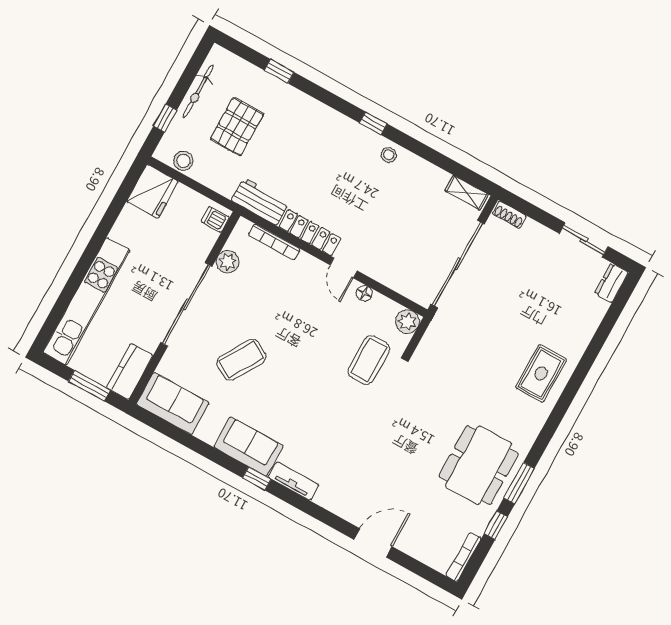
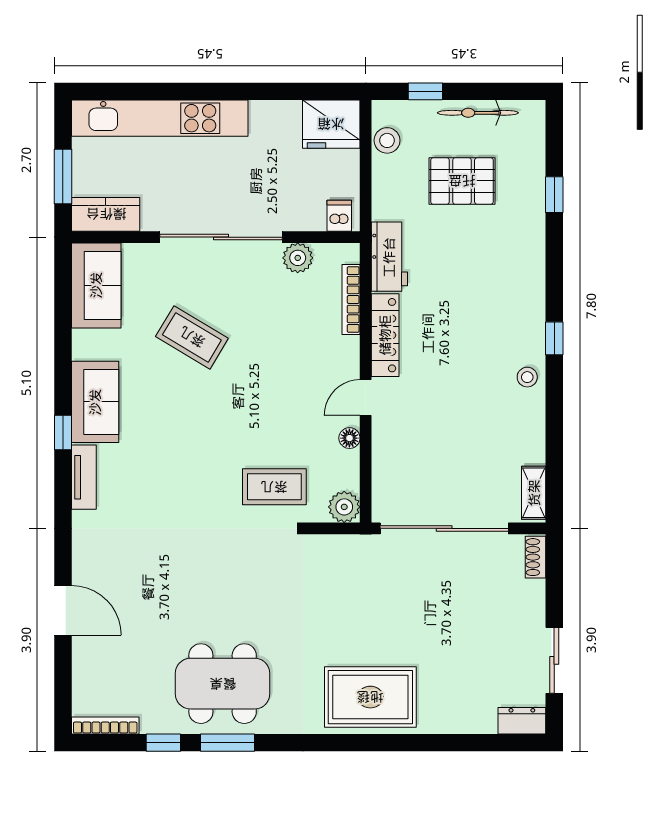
rug: (541, 373) -> (370, 697), width x1.36, depth x1.43

